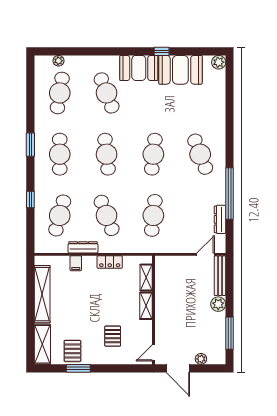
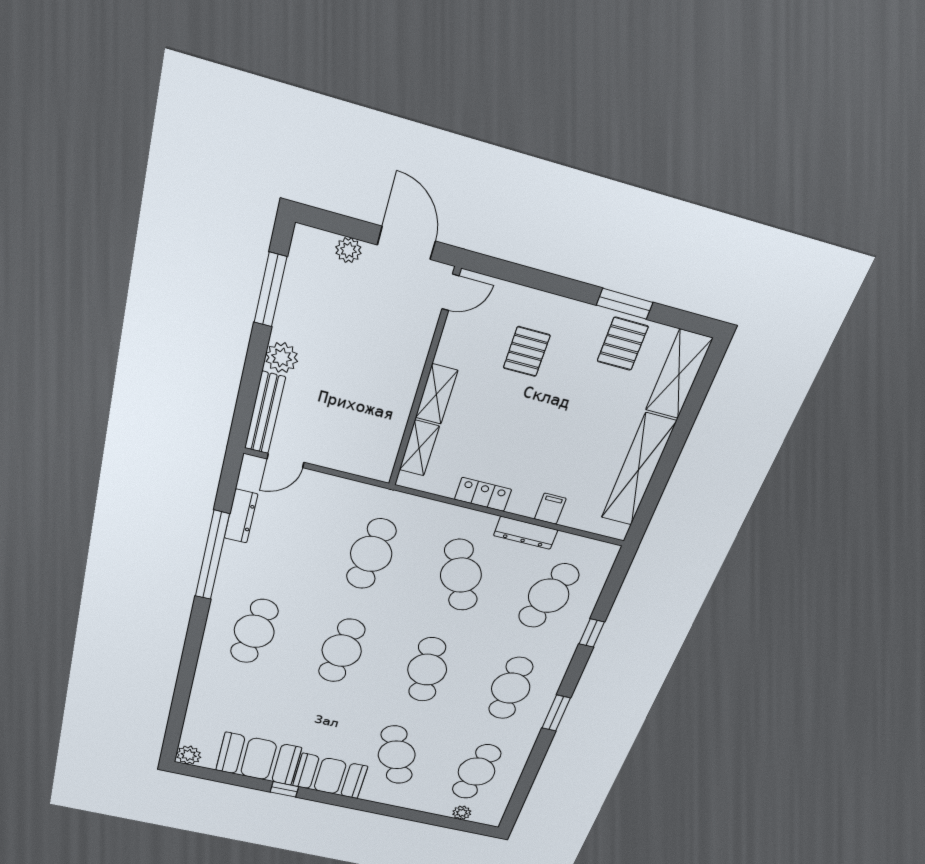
cafe table: (200, 154) -> (254, 631), turned 30

